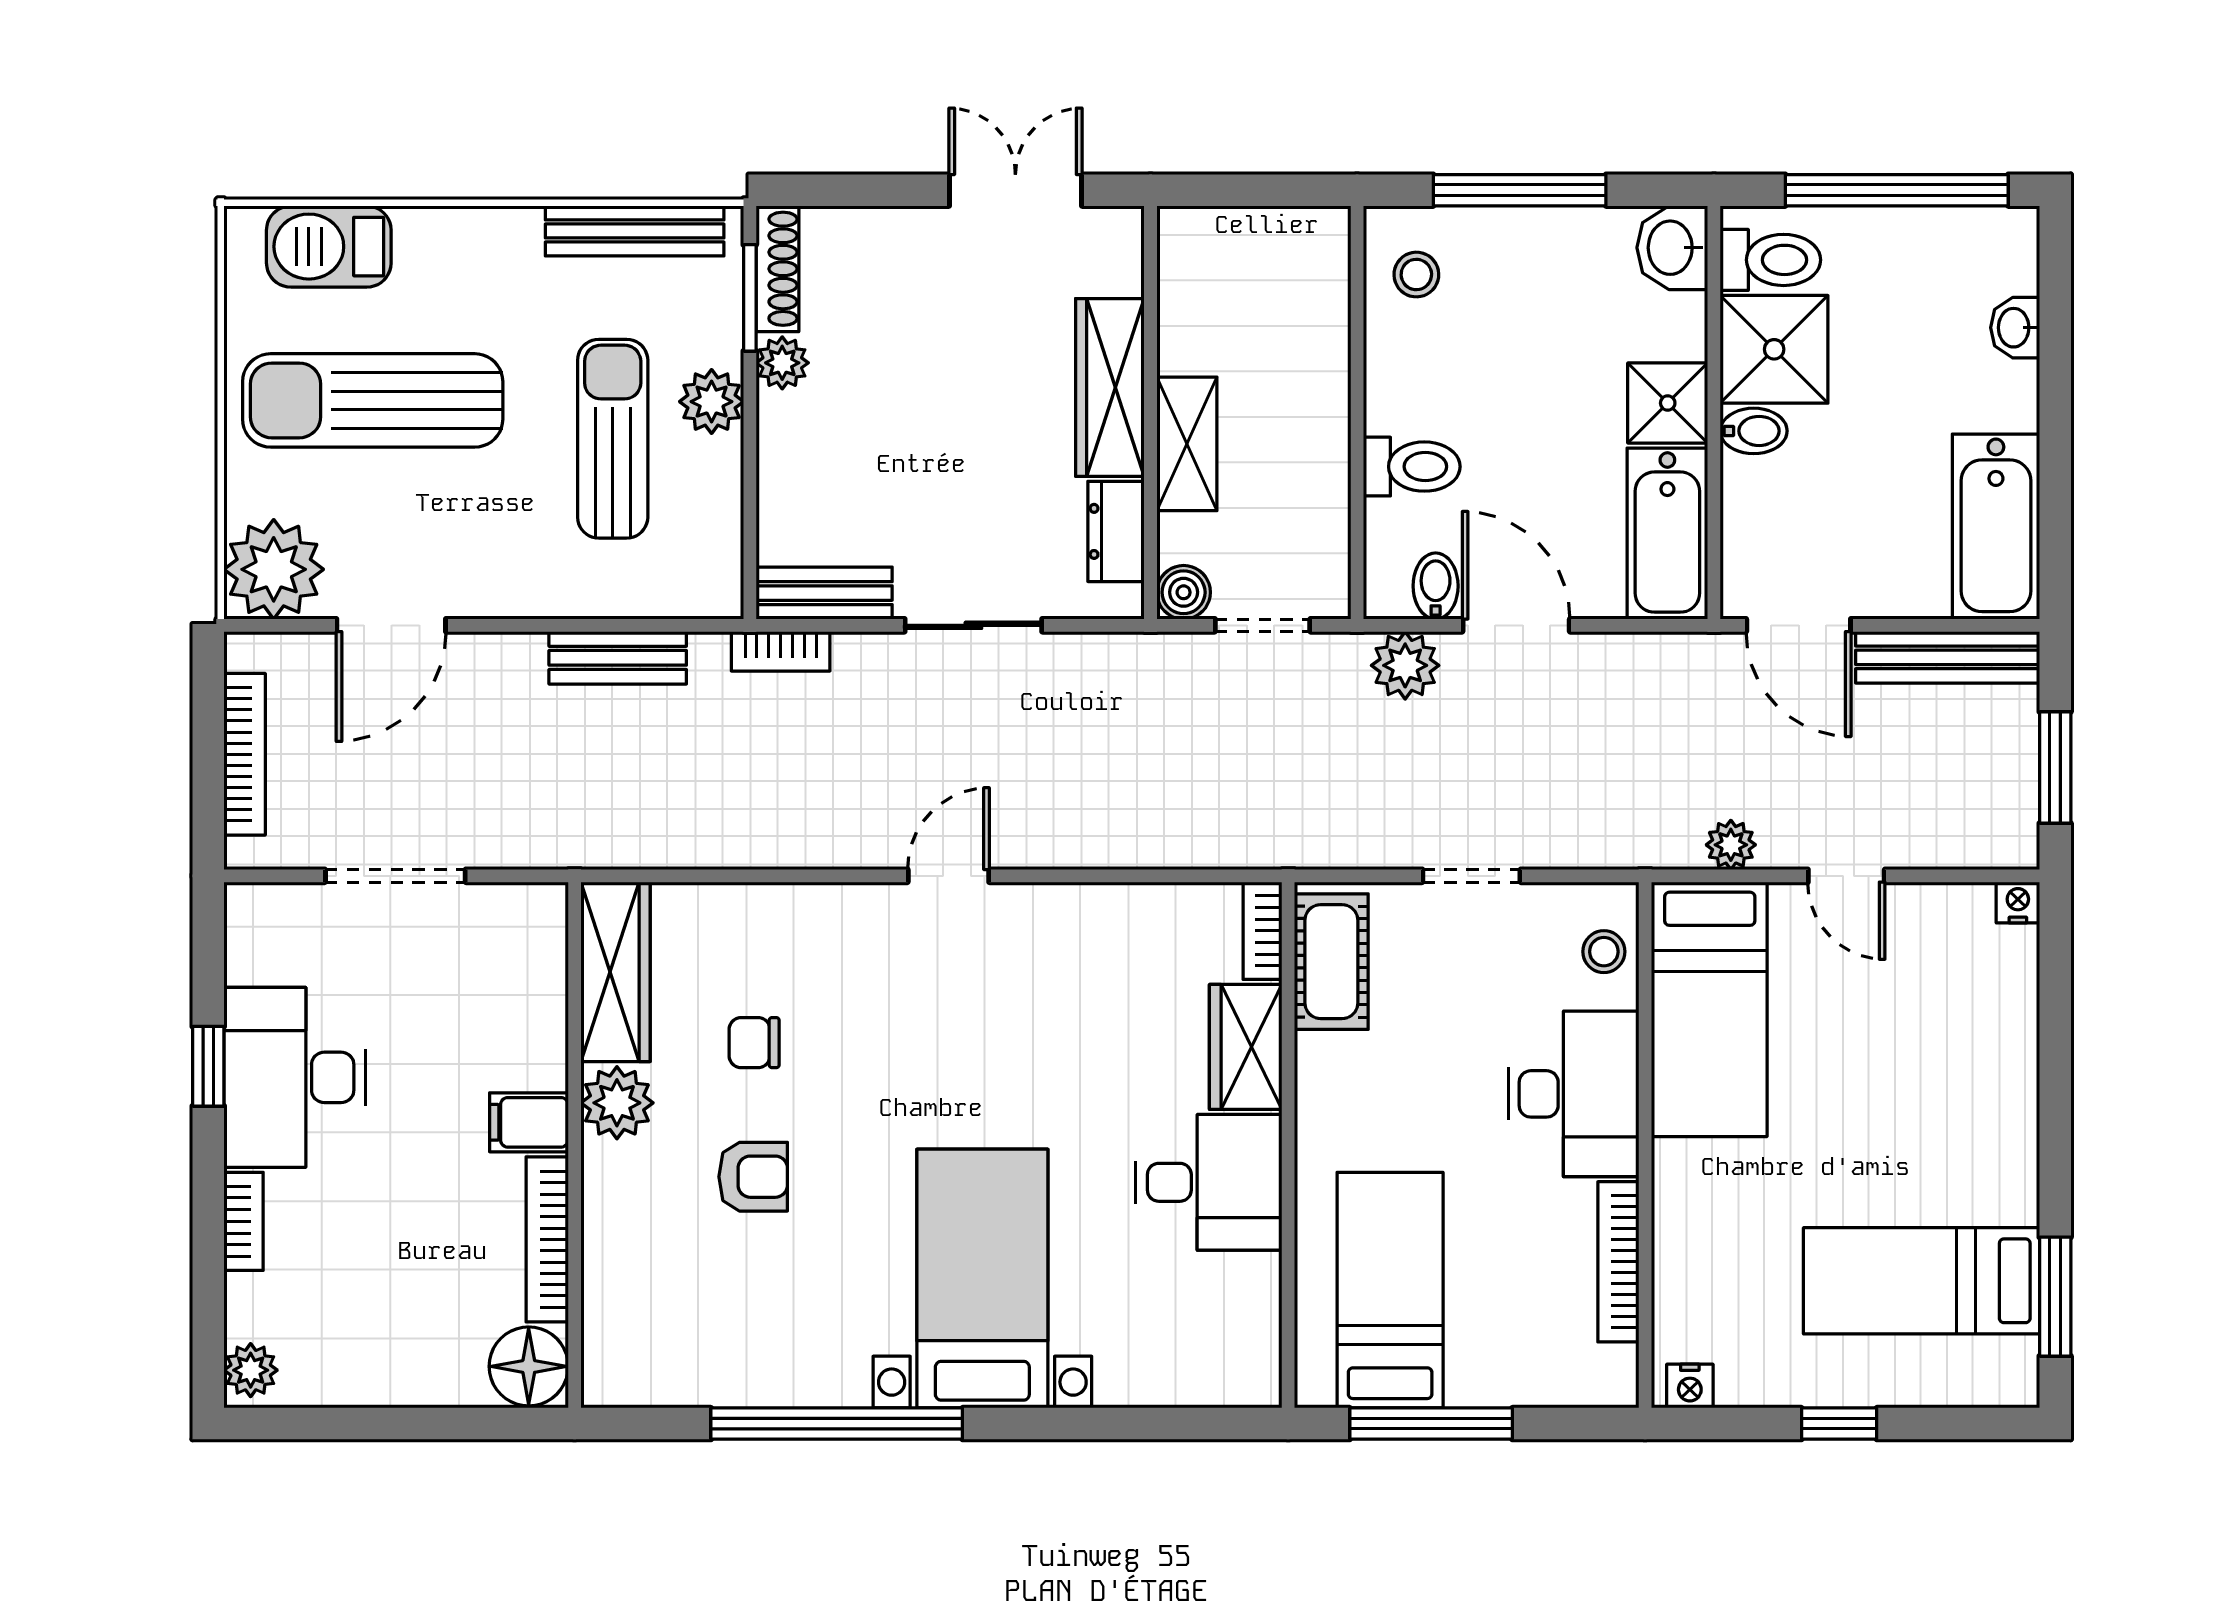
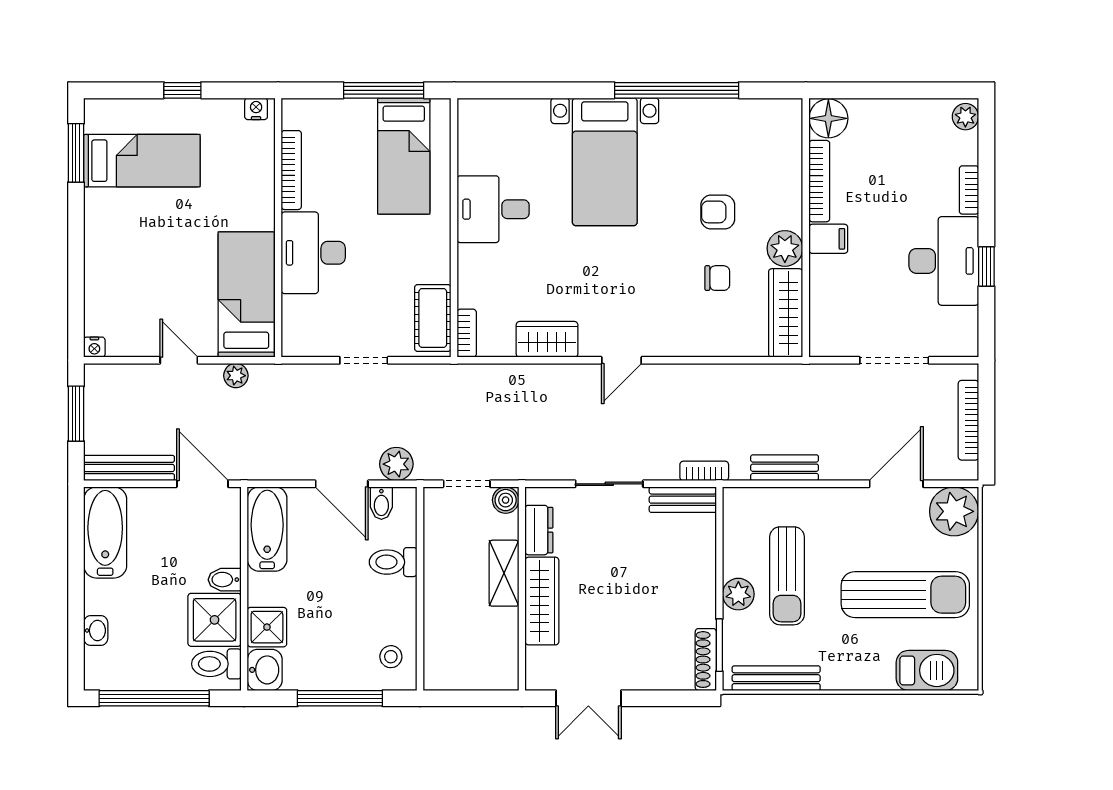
plant: (782, 363) -> (703, 613), removed
shower: (1668, 403) -> (267, 627), moved
stool: (1604, 952) -> (298, 323), removed
wardrobe: (1246, 1047) -> (547, 339), moved, turned -90

